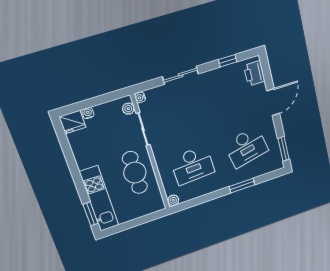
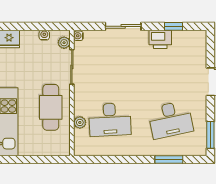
printer: (254, 73) -> (160, 39), moved, turned -90
water cooler: (88, 113) -> (44, 35), moved
window: (242, 186) -> (169, 160), moved
plant: (173, 200) -> (80, 122), moved

